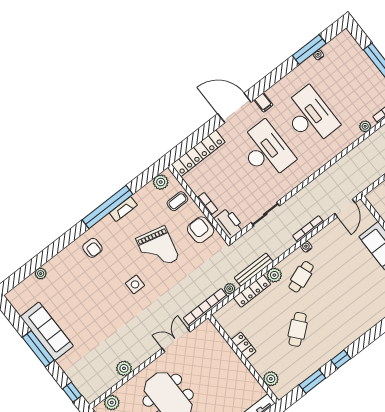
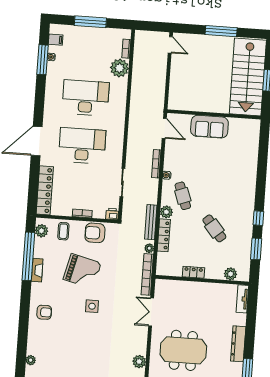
filing cabinet: (263, 102) -> (56, 40), moved
plant: (365, 126) -> (119, 68), width x1.87, depth x1.87
window: (108, 207) -> (28, 256), moved
printer: (229, 223) -> (112, 214), width x0.53, depth x0.68

